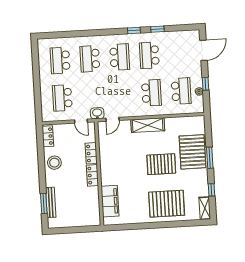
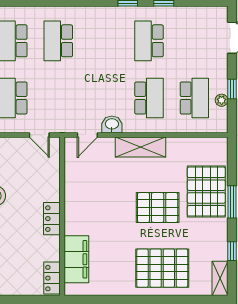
school desk: (120, 57) -> (104, 41), removed
washbasin: (97, 113) -> (112, 124), moved
locker: (91, 153) -> (52, 278), moved

